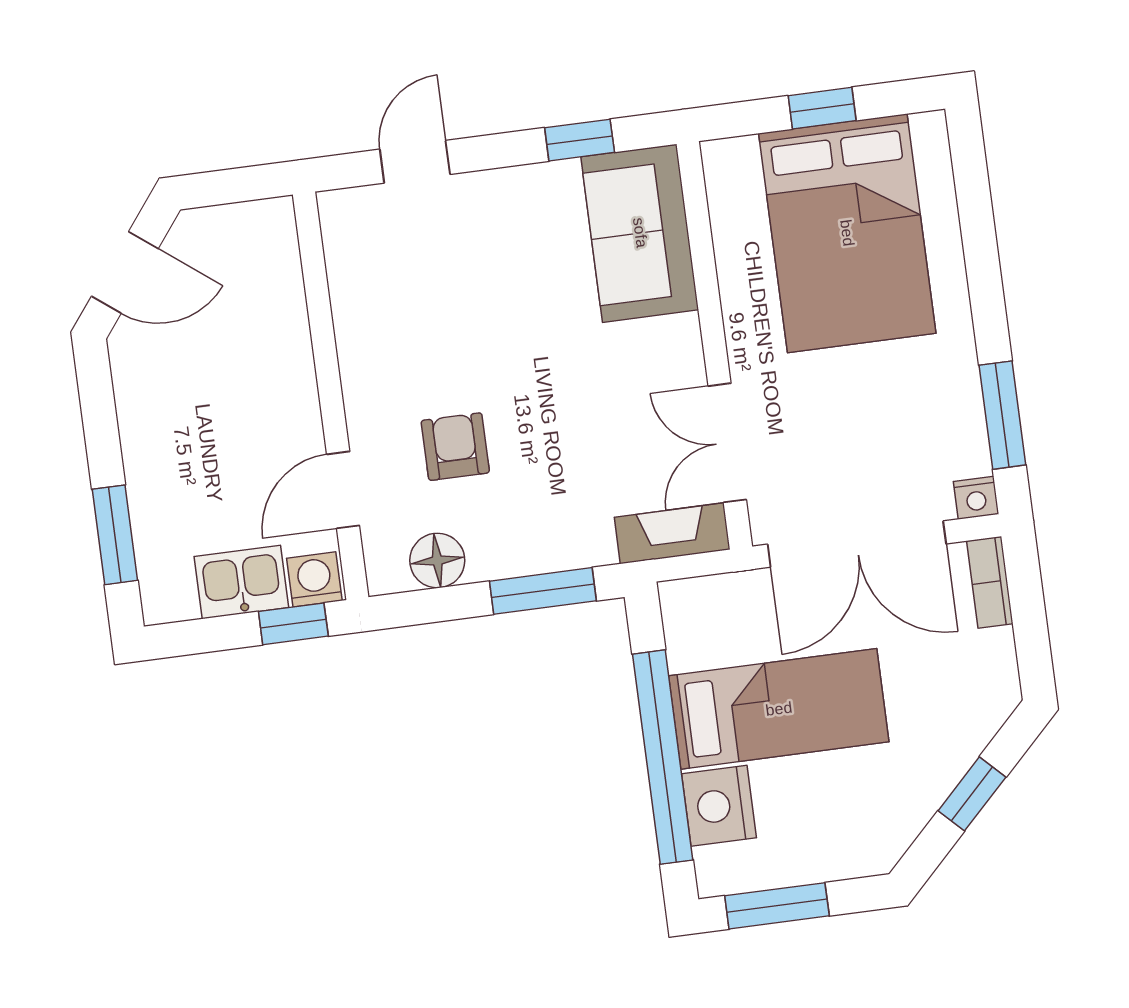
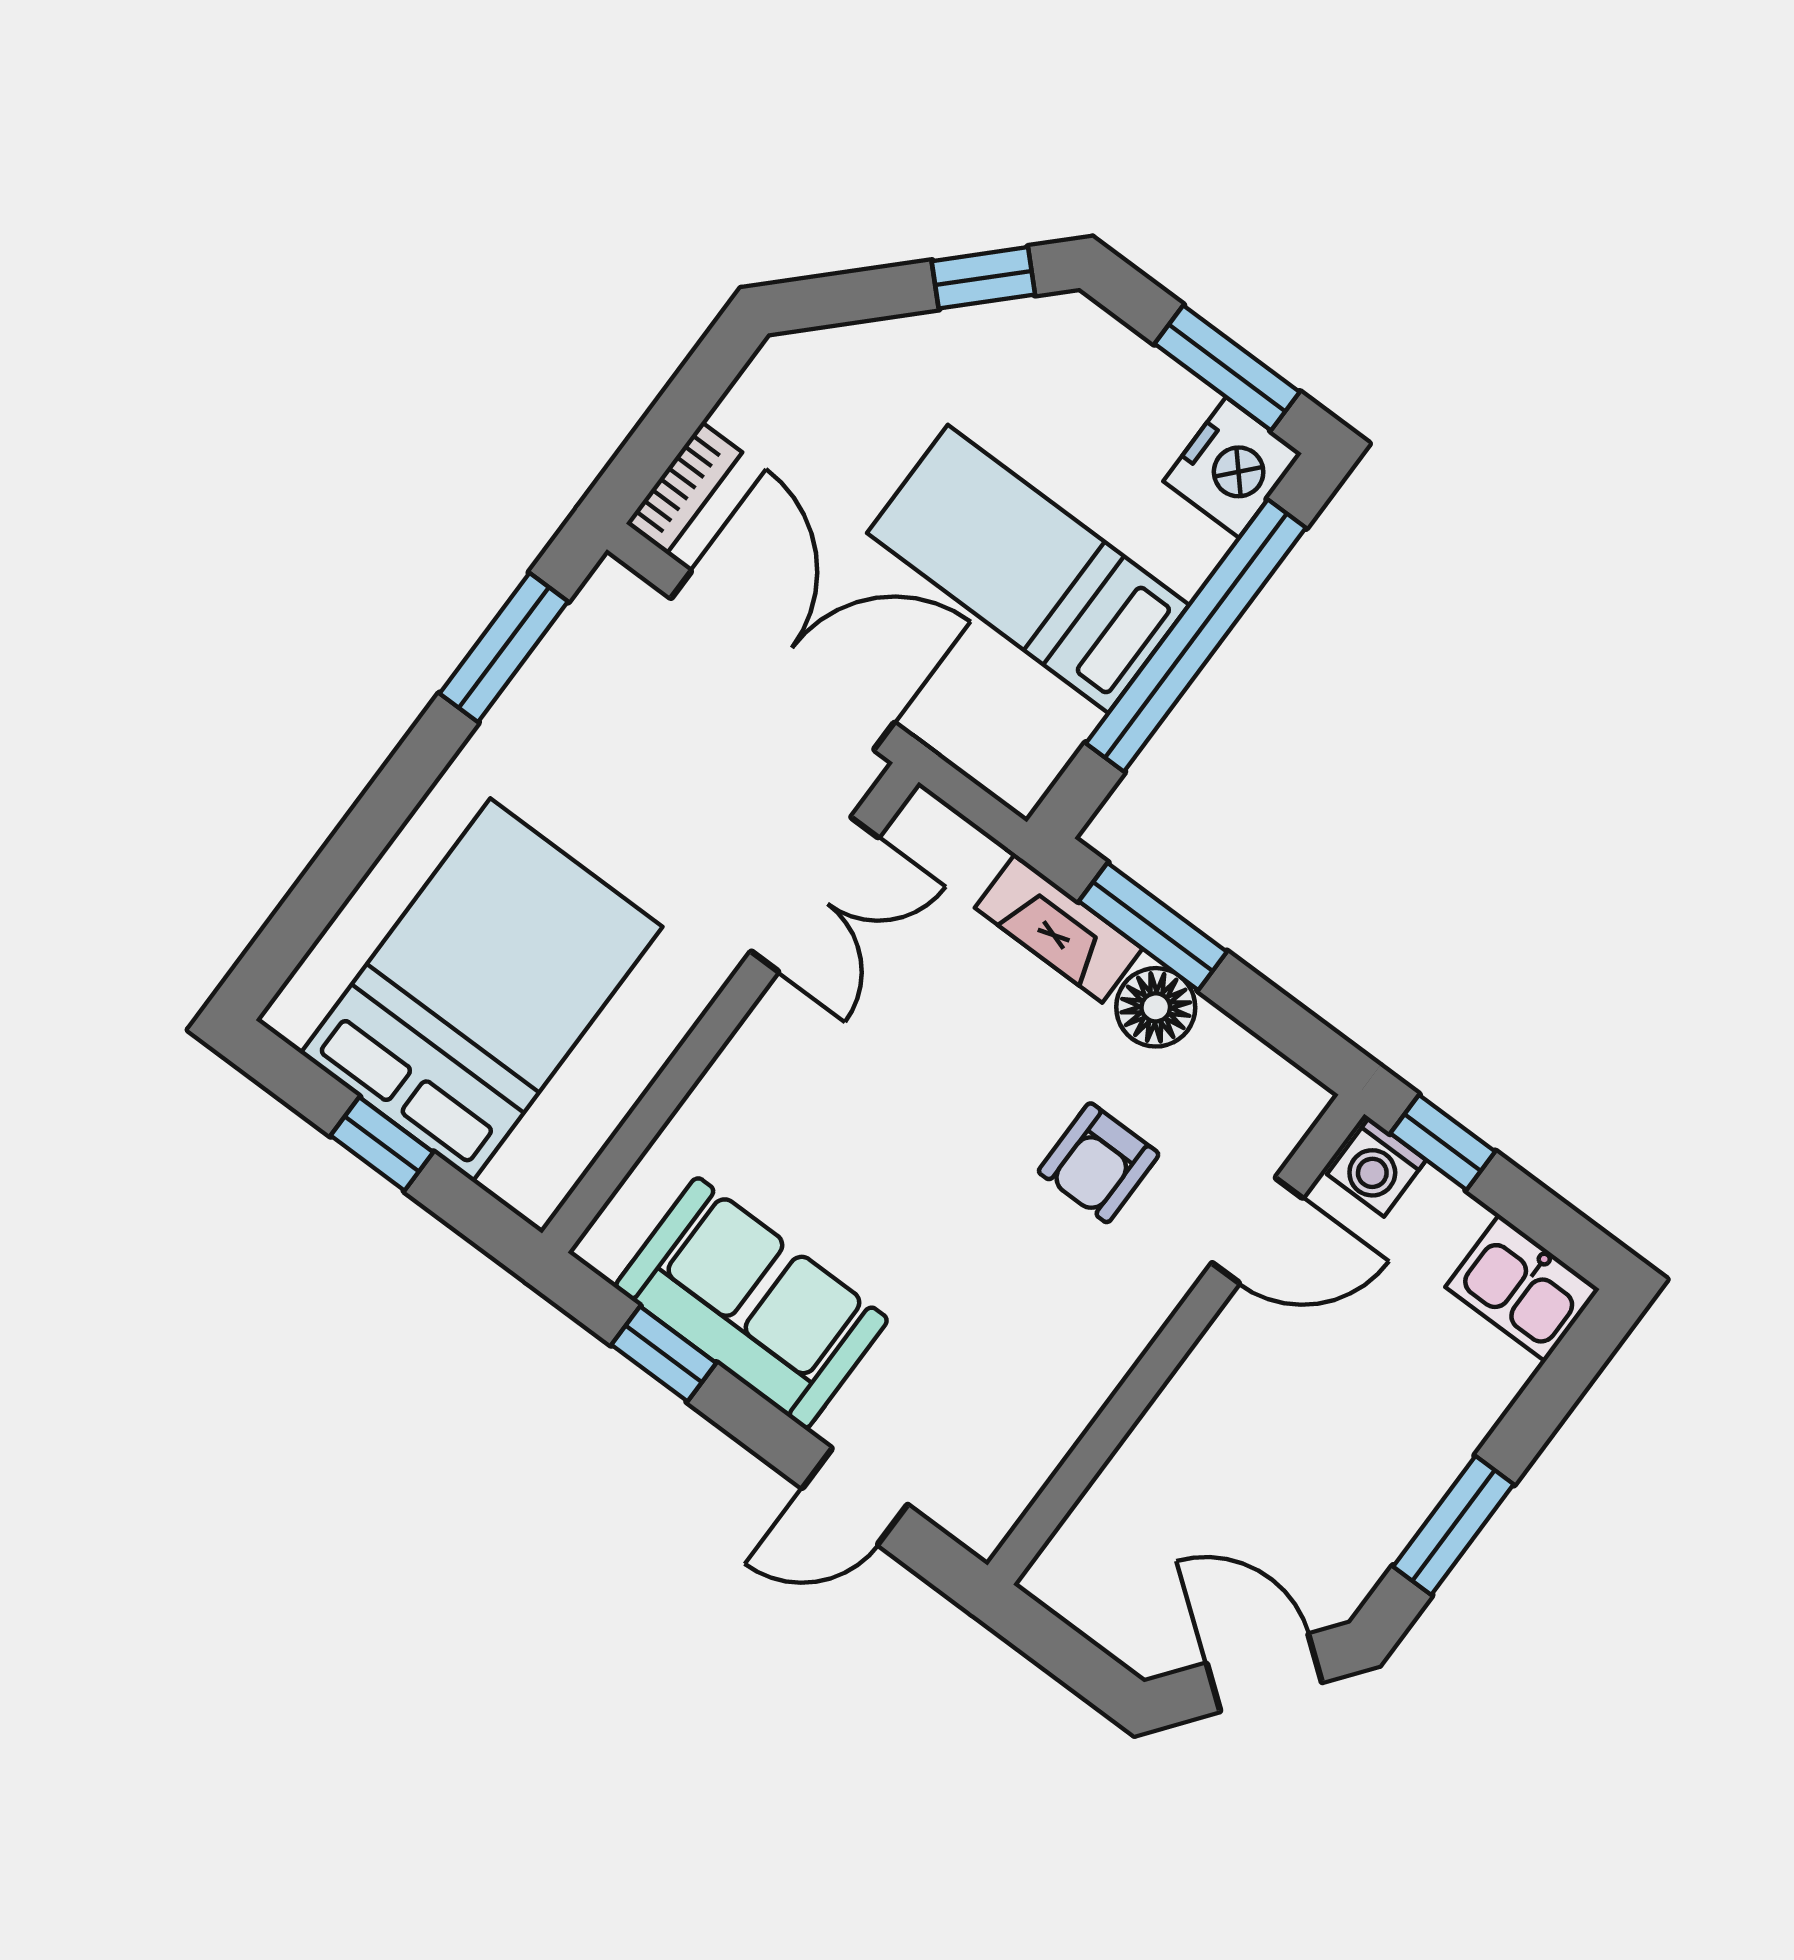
sofa: (640, 233) -> (752, 1303), moved, turned -90
nightstand: (976, 498) -> (614, 589), removed
fireplace: (672, 533) -> (1059, 928), moved
window: (115, 535) -> (1453, 1525), moved
floor lamp: (437, 560) -> (1156, 1007), moved
kitchen sink: (241, 582) -> (1522, 1288), moved
window: (972, 794) -> (983, 278), moved
nightstand: (719, 806) -> (1233, 467), moved

